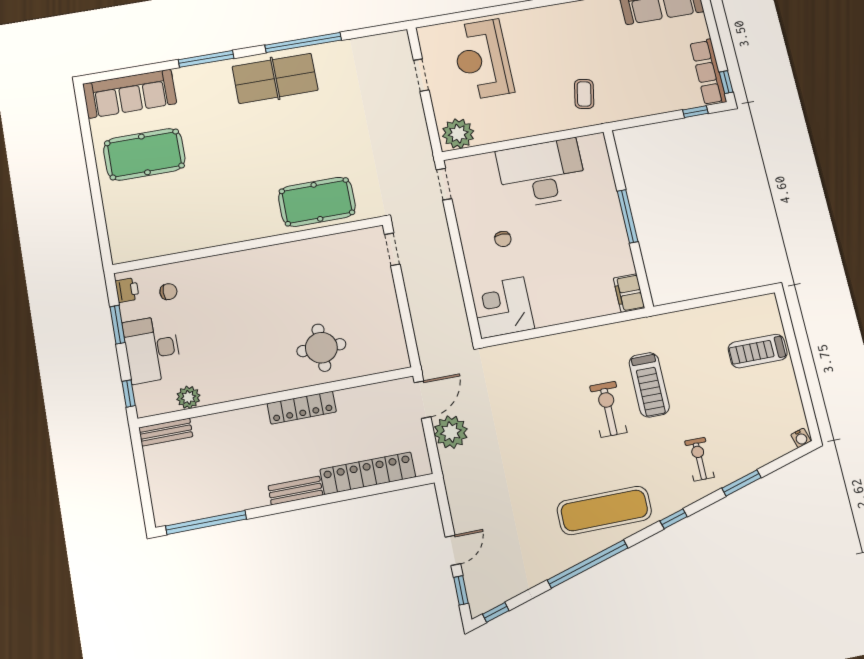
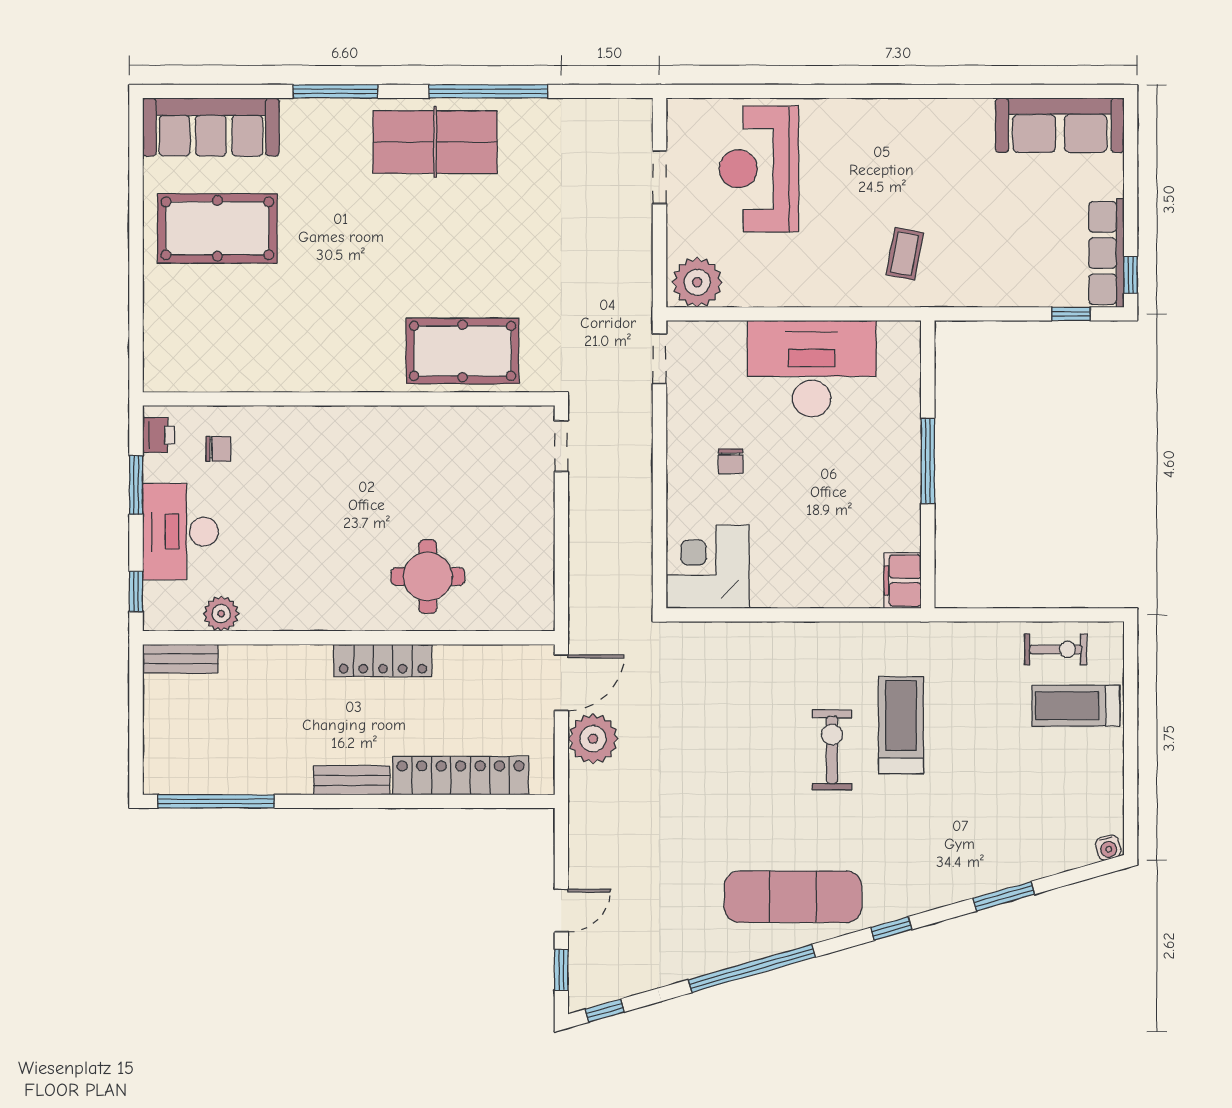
treadmill: (649, 385) -> (901, 725), turned 180
exercise bike: (699, 459) -> (1056, 649), moved, turned 90

